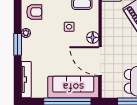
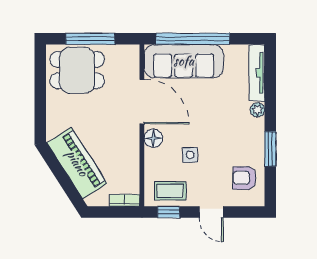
plant: (26, 33) -> (257, 110), moved
window: (18, 44) -> (270, 149), moved

